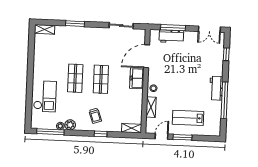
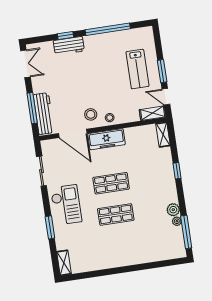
workbench: (171, 36) -> (44, 114), width x1.38
window: (226, 54) -> (66, 36), moved
stool: (159, 74) -> (91, 114), added
freezer: (137, 78) -> (106, 139), width x1.40
workbench: (216, 88) -> (69, 46), moved
checkout: (45, 96) -> (66, 205), moved, turned 90
shelving: (151, 107) -> (153, 113), moved
trolley: (95, 116) -> (156, 182), removed

